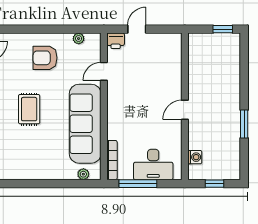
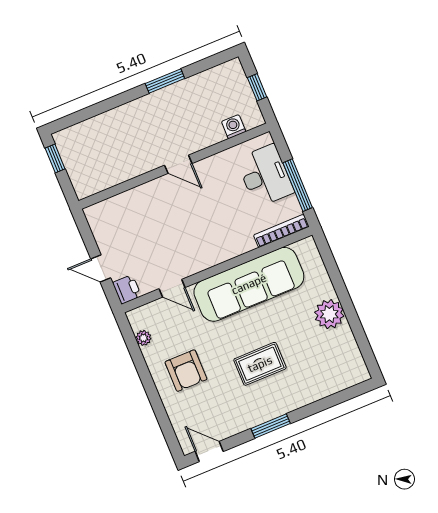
plant: (83, 174) -> (329, 314), moved, width x1.88, depth x1.88

